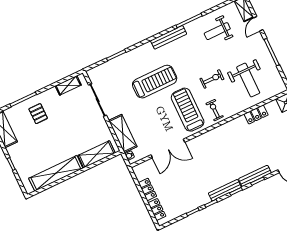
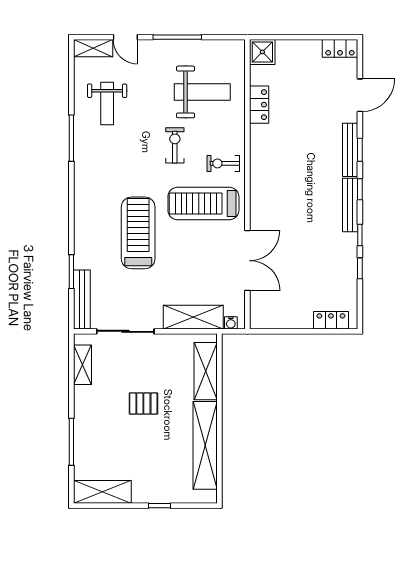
bench: (169, 37) -> (82, 299), moved
pallet: (38, 114) -> (143, 404), moved
locker: (147, 189) -> (294, 320), removed

